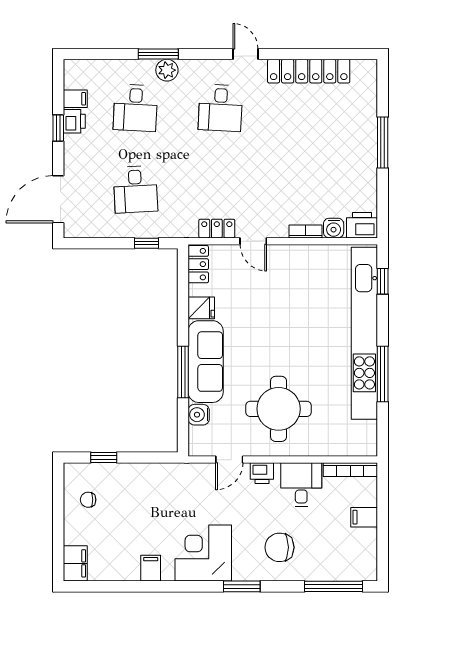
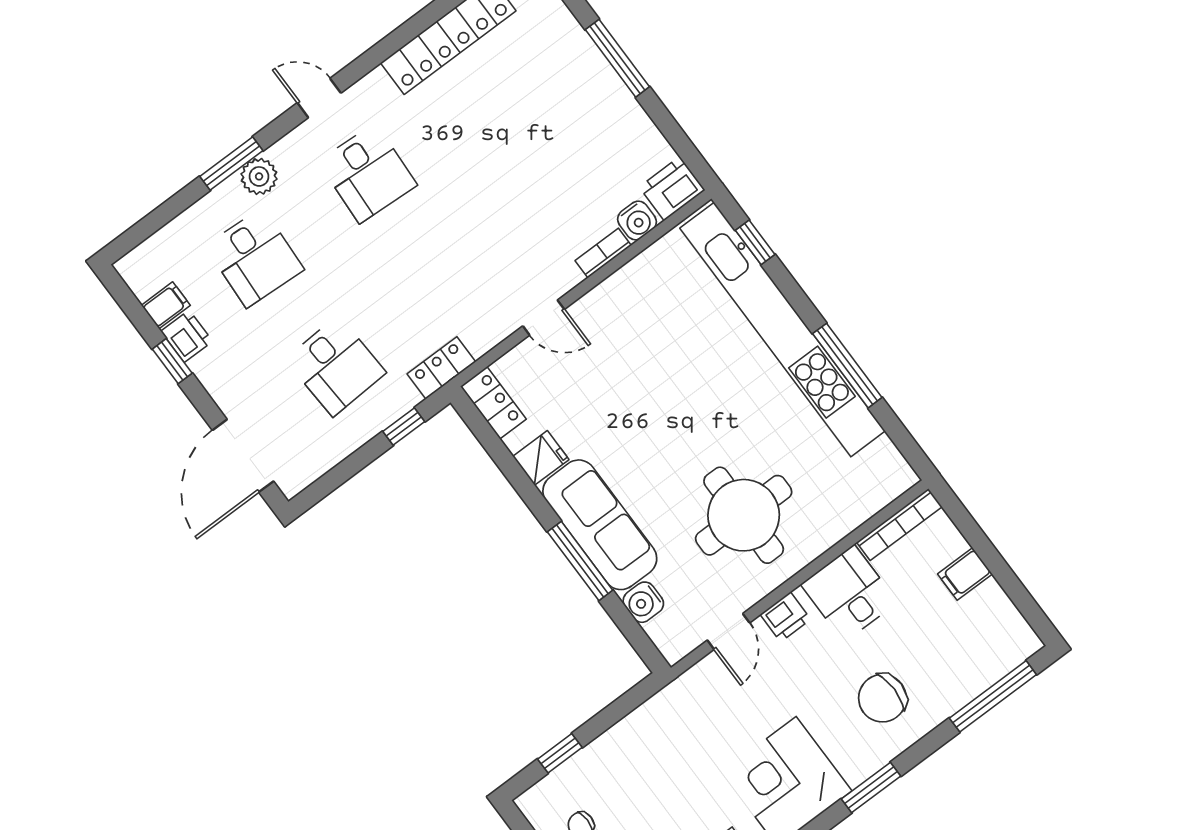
door: (245, 54) -> (319, 98), moved
locker: (217, 229) -> (441, 368), moved

